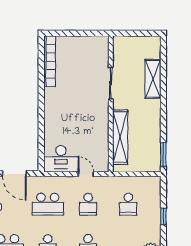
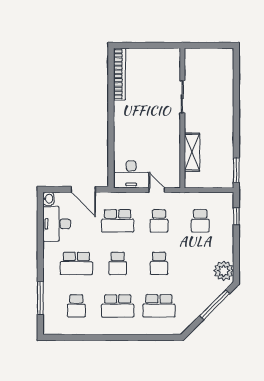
shelving: (153, 79) -> (226, 92), removed
shelving: (120, 137) -> (192, 152), width x0.68
window: (163, 217) -> (236, 216), moved

